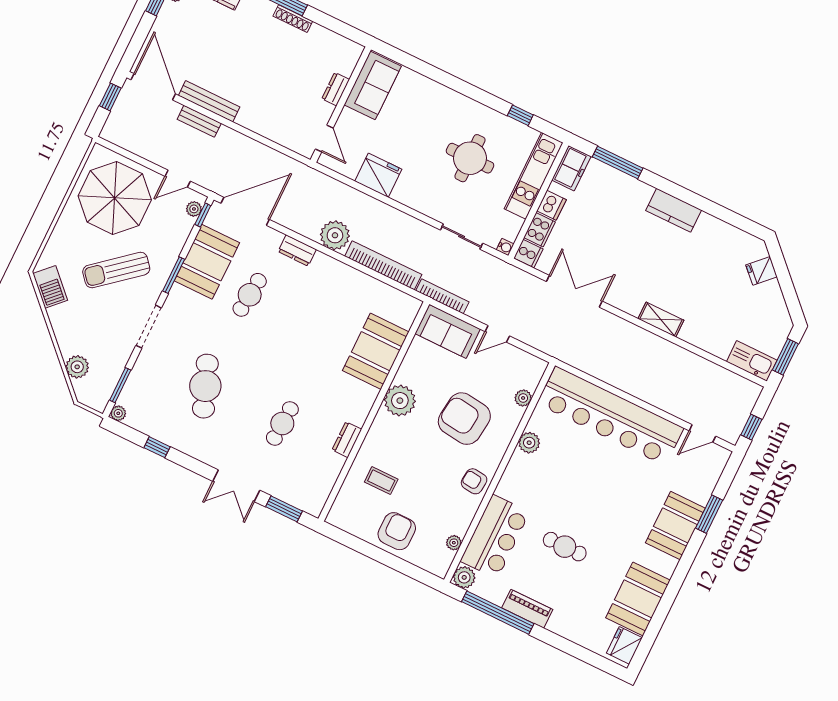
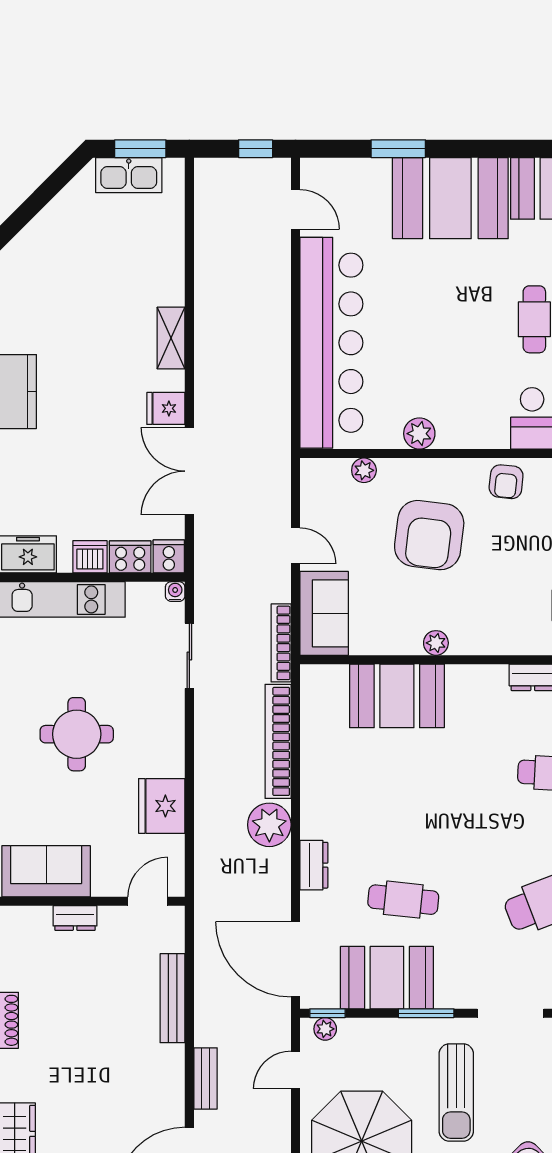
bench: (209, 101) -> (173, 998), moved
round table: (470, 158) -> (77, 734), moved
door: (178, 179) -> (295, 1070), swing flipped
sun lounger: (116, 270) -> (456, 1092), turned 40
fridge: (762, 271) -> (166, 408), moved, turned 135
kitchen sink: (752, 361) -> (129, 175), moved, turned -90
plant: (400, 401) -> (436, 643), width x0.53, depth x0.53
booth: (675, 525) -> (450, 198), width x1.36, depth x1.42

